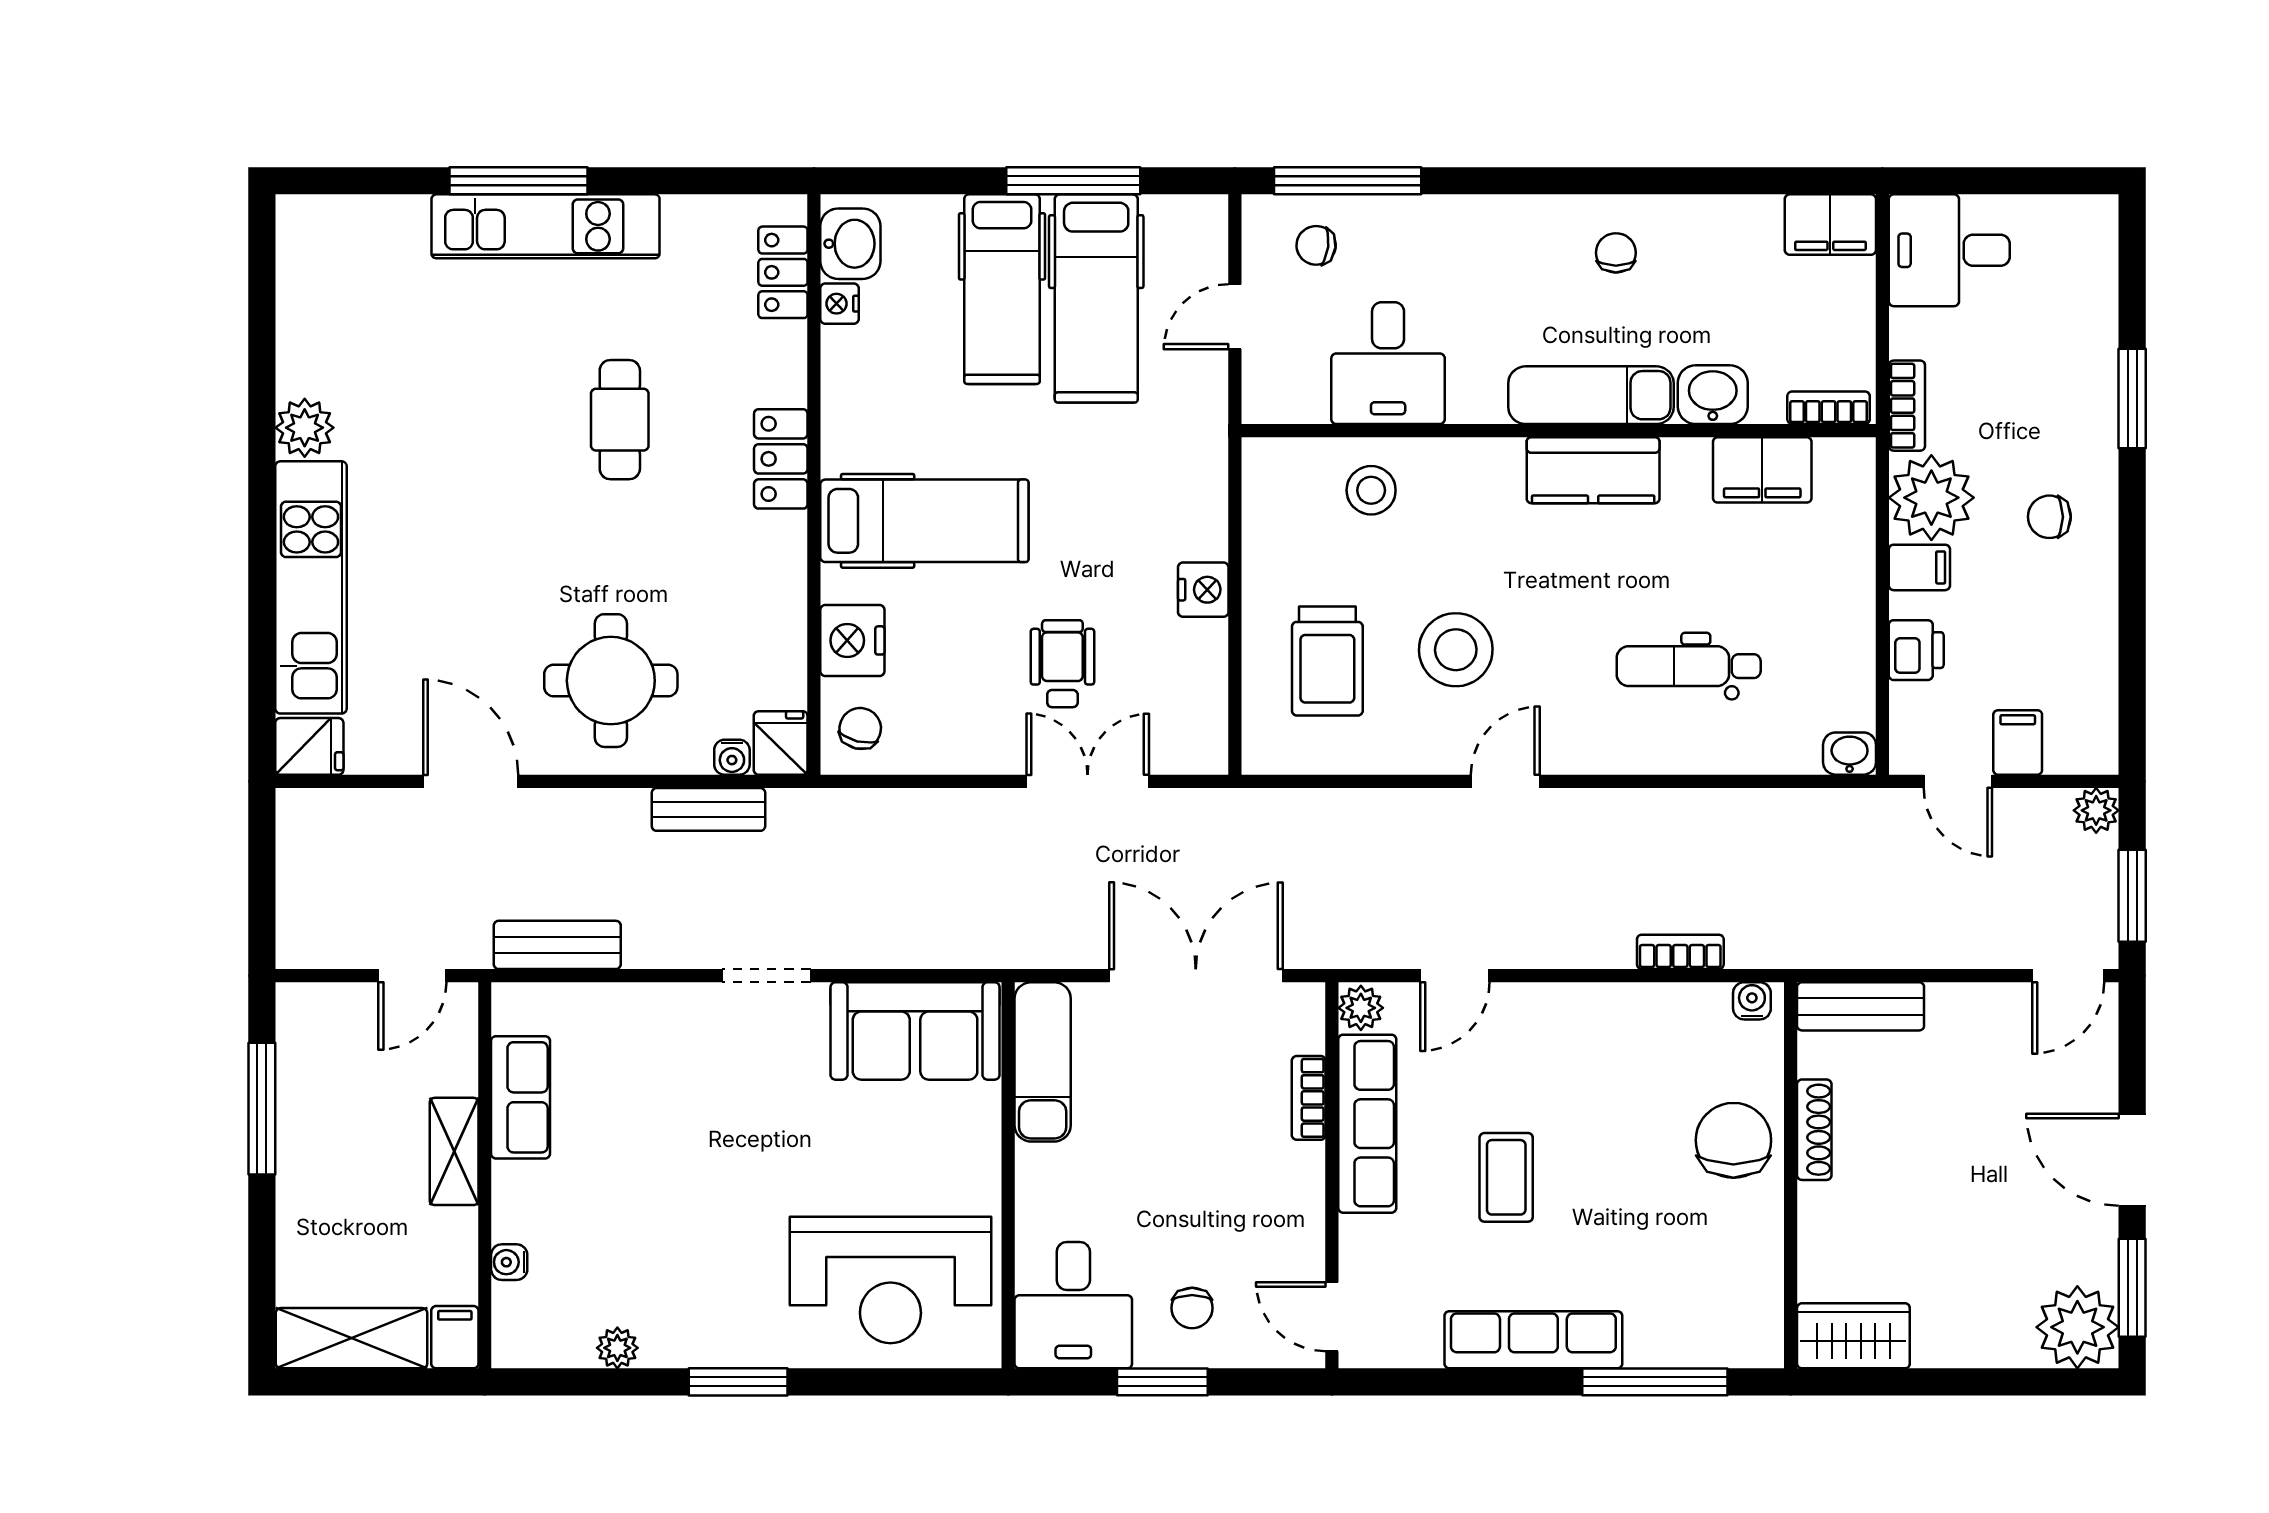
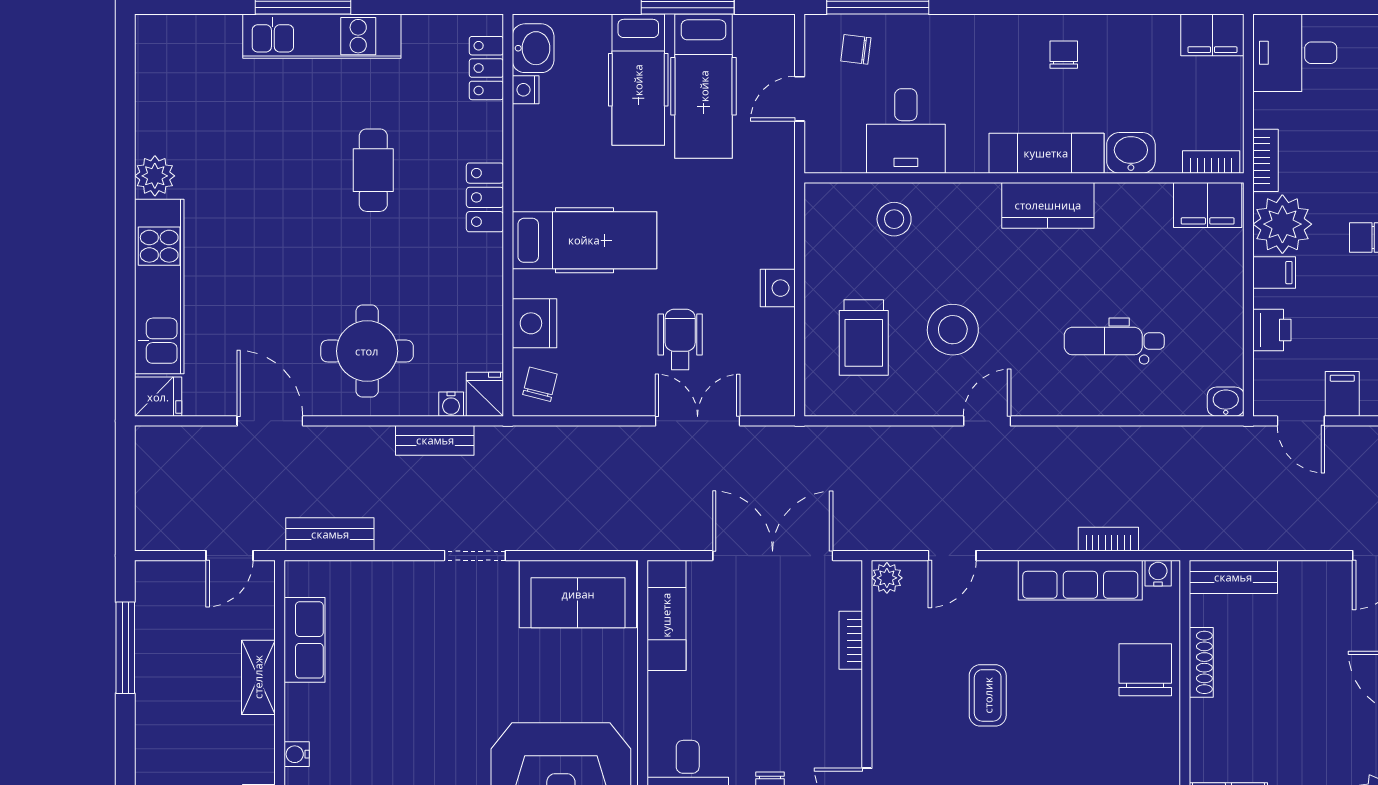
filing cabinet: (1762, 470) -> (1208, 205), moved
row of seats: (1367, 1124) -> (1080, 580), moved, turned 90

